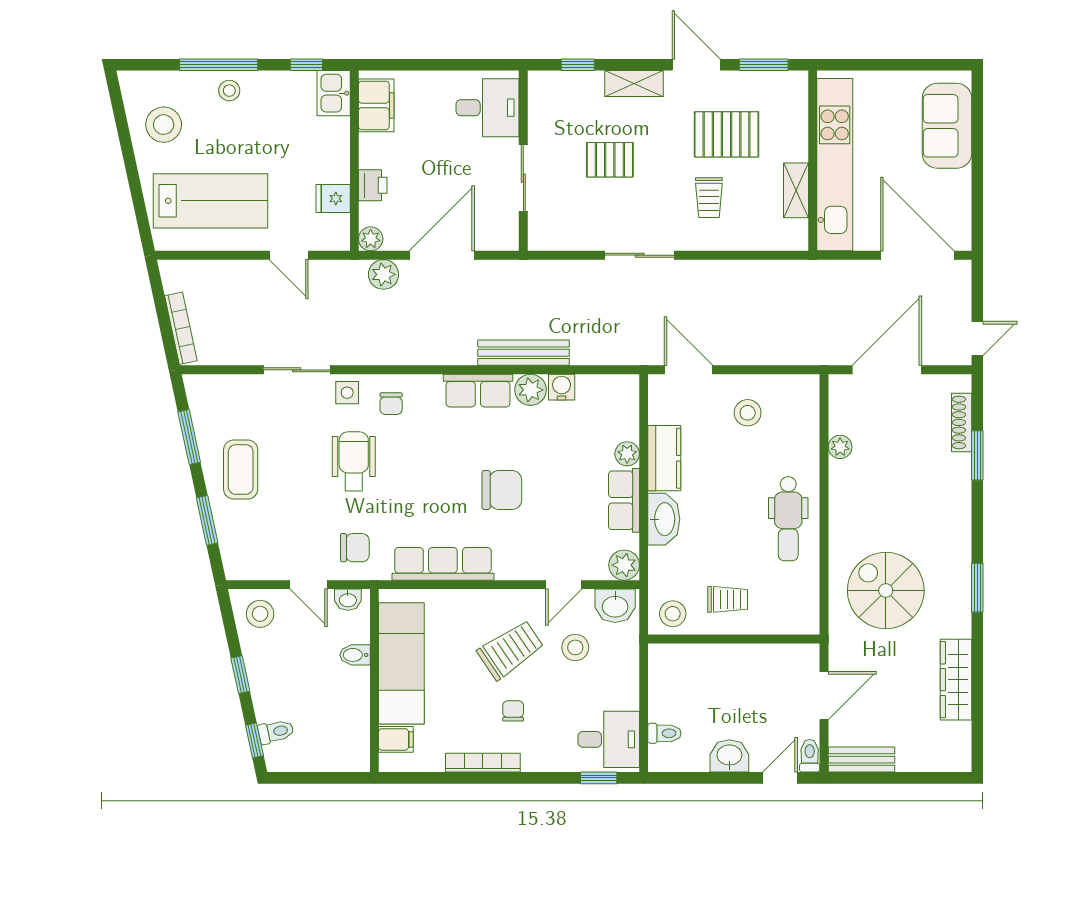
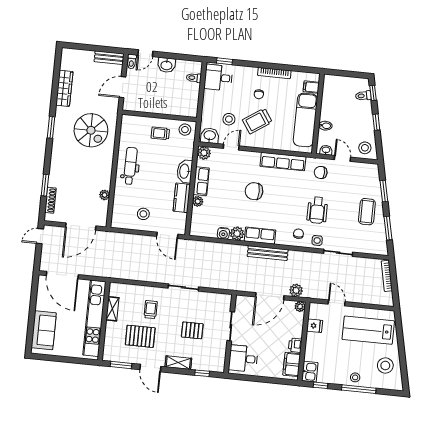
printer: (373, 185) -> (295, 345), moved
bench: (523, 353) -> (268, 253), moved

